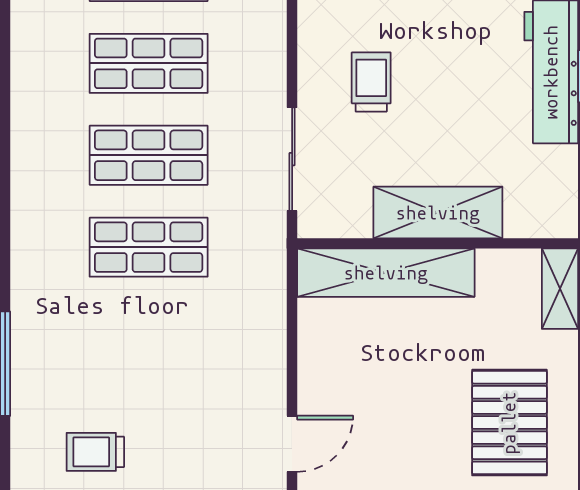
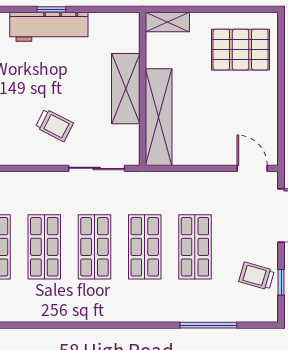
trolley: (371, 82) -> (54, 125), turned -153
shop shelf: (149, 339) -> (195, 247), added
trolley: (95, 452) -> (257, 276), turned 106

